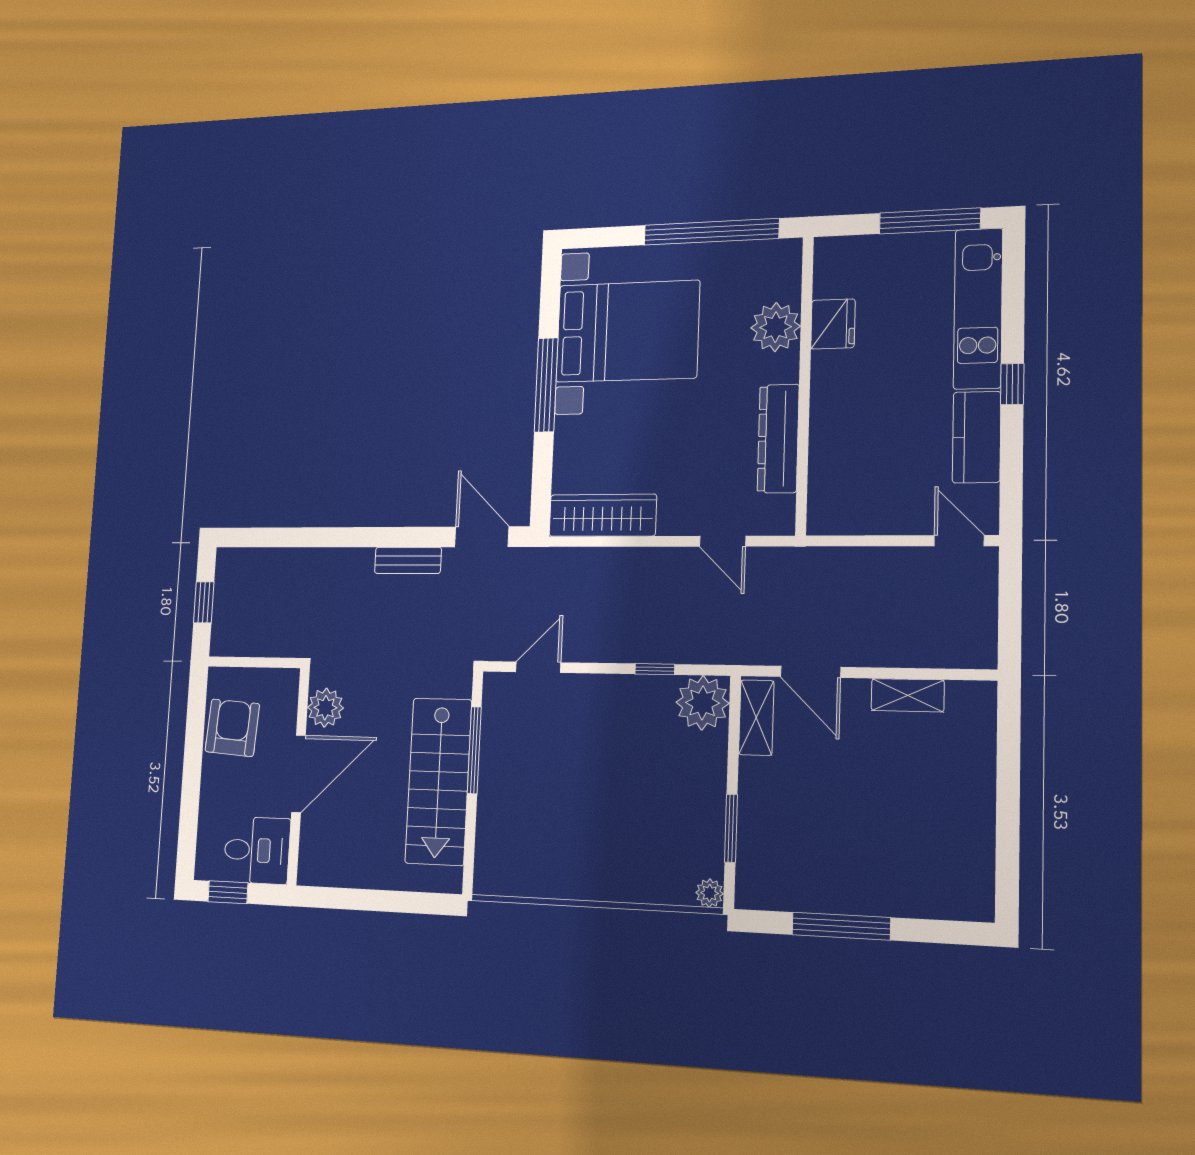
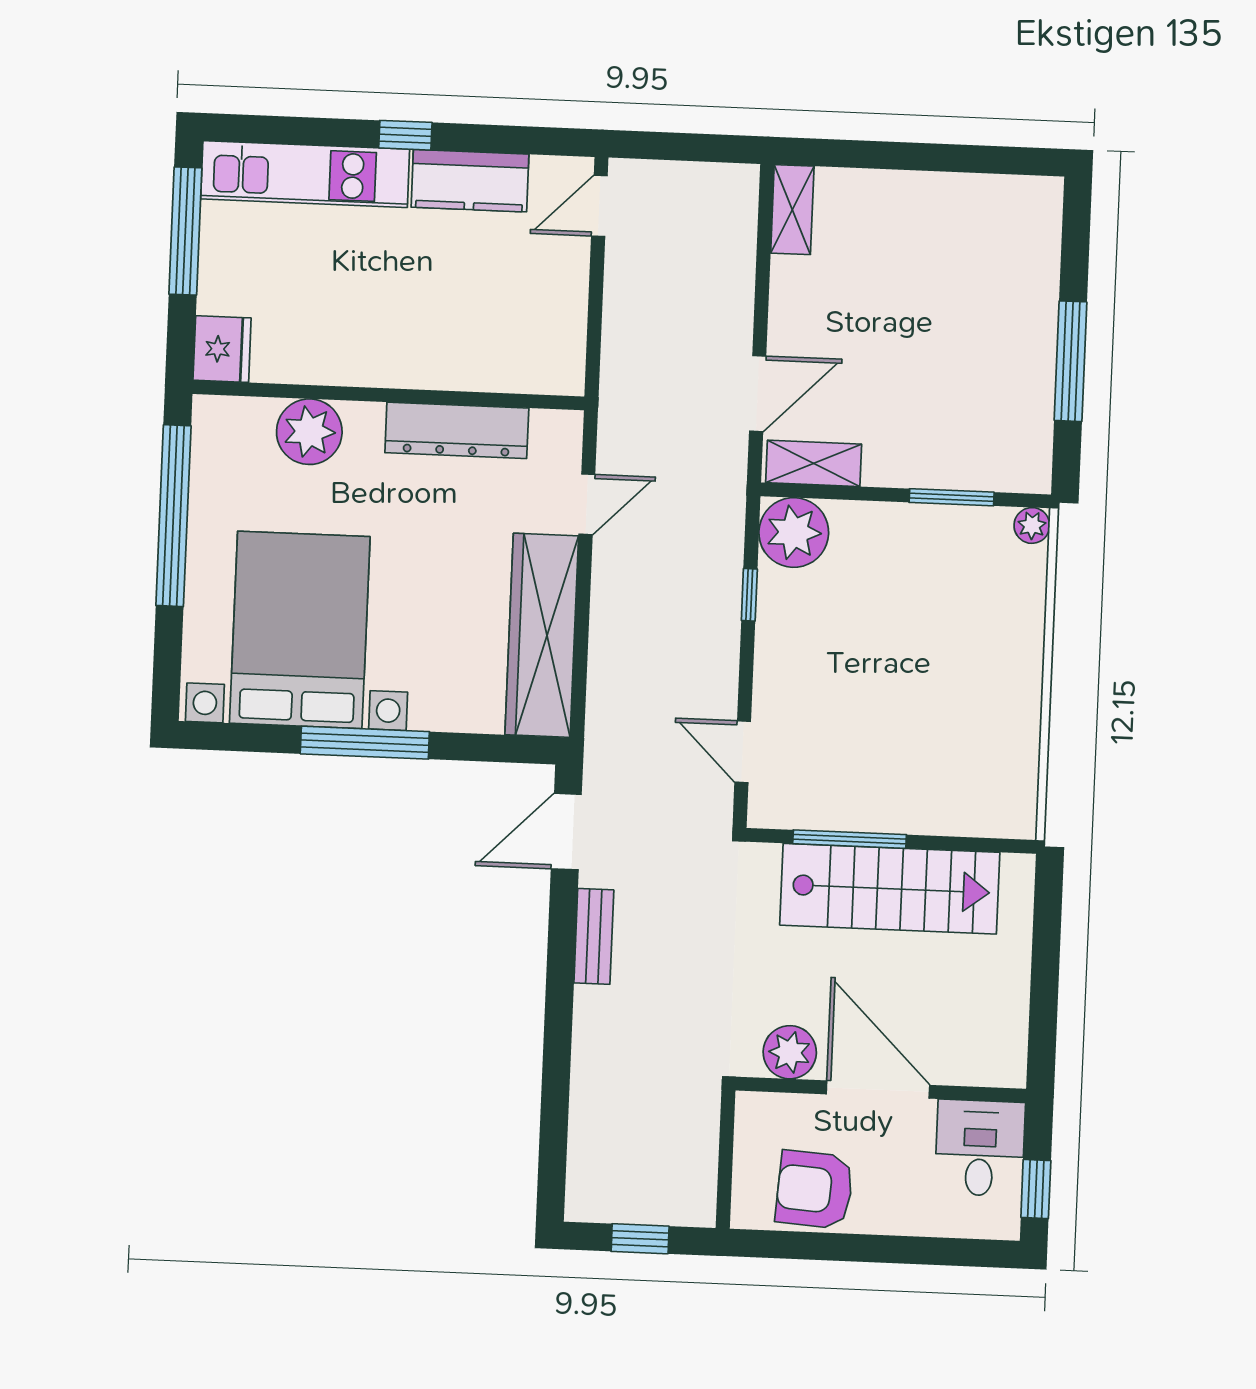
fridge: (833, 324) -> (222, 349), moved, turned 90
wardrobe: (603, 515) -> (542, 635), width x1.40, depth x1.17
shelving: (908, 695) -> (792, 210), moved

